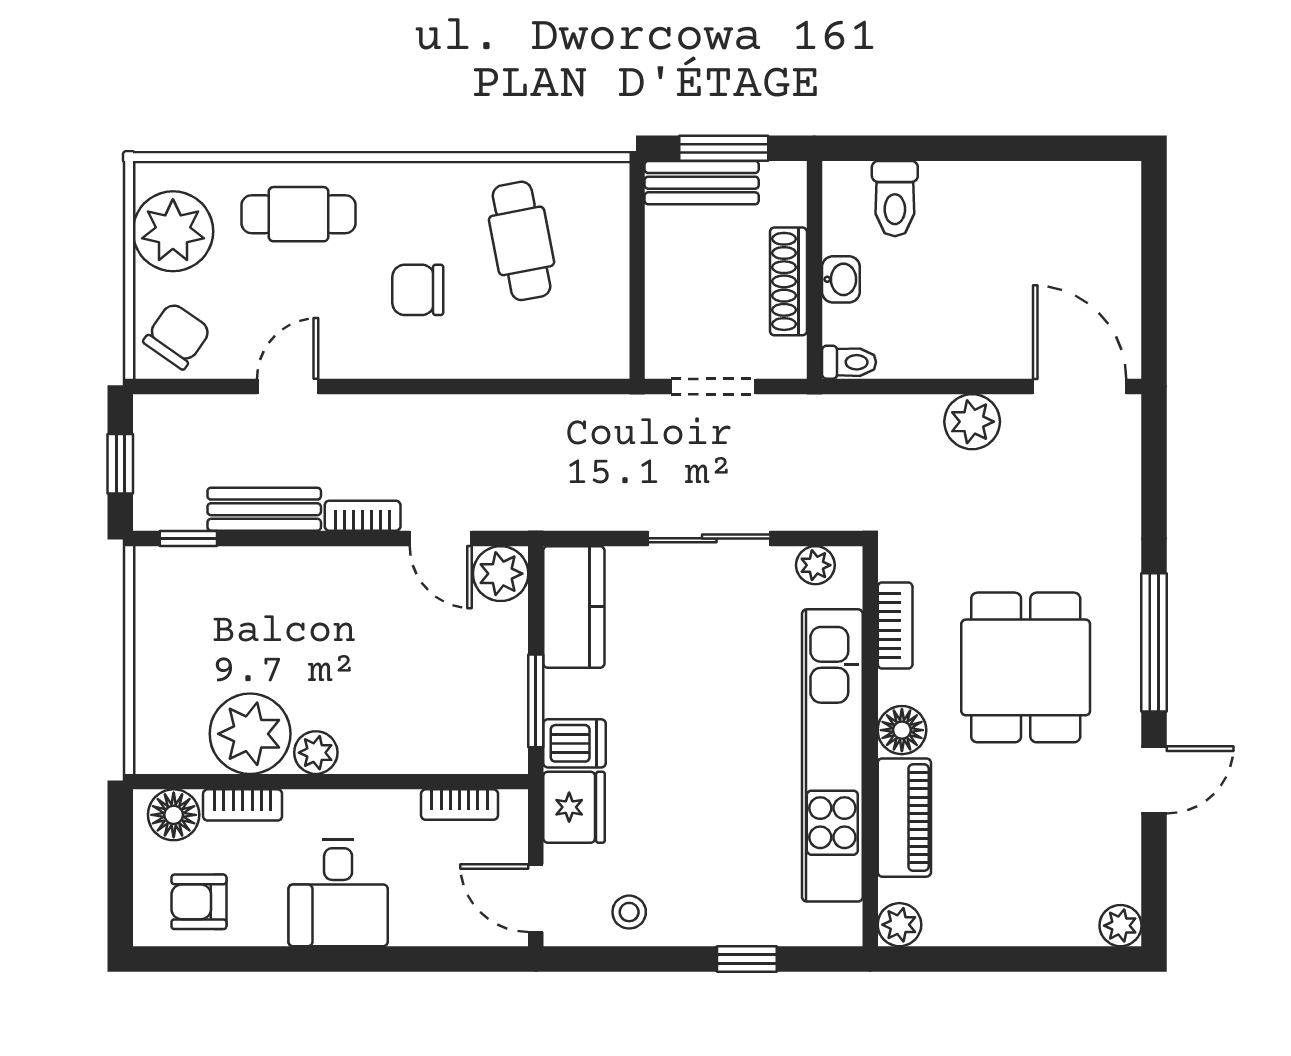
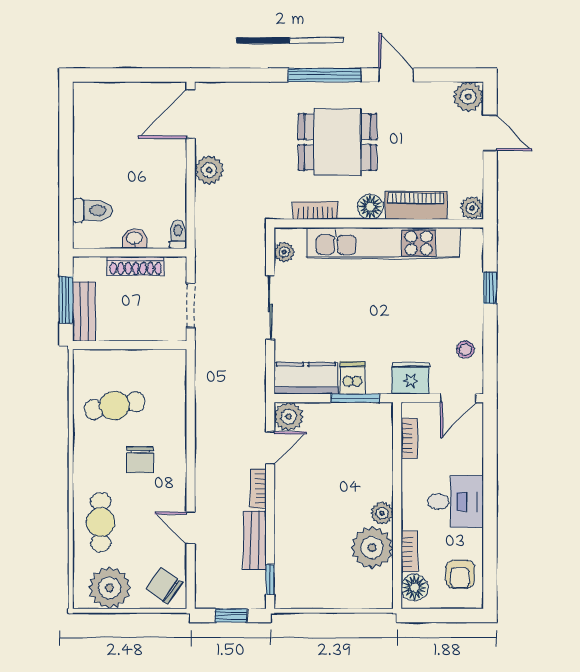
dishwasher: (575, 743) -> (353, 378), moved
plant: (1120, 926) -> (468, 97), width x1.38, depth x1.38
door: (1043, 959) -> (490, 133), added

